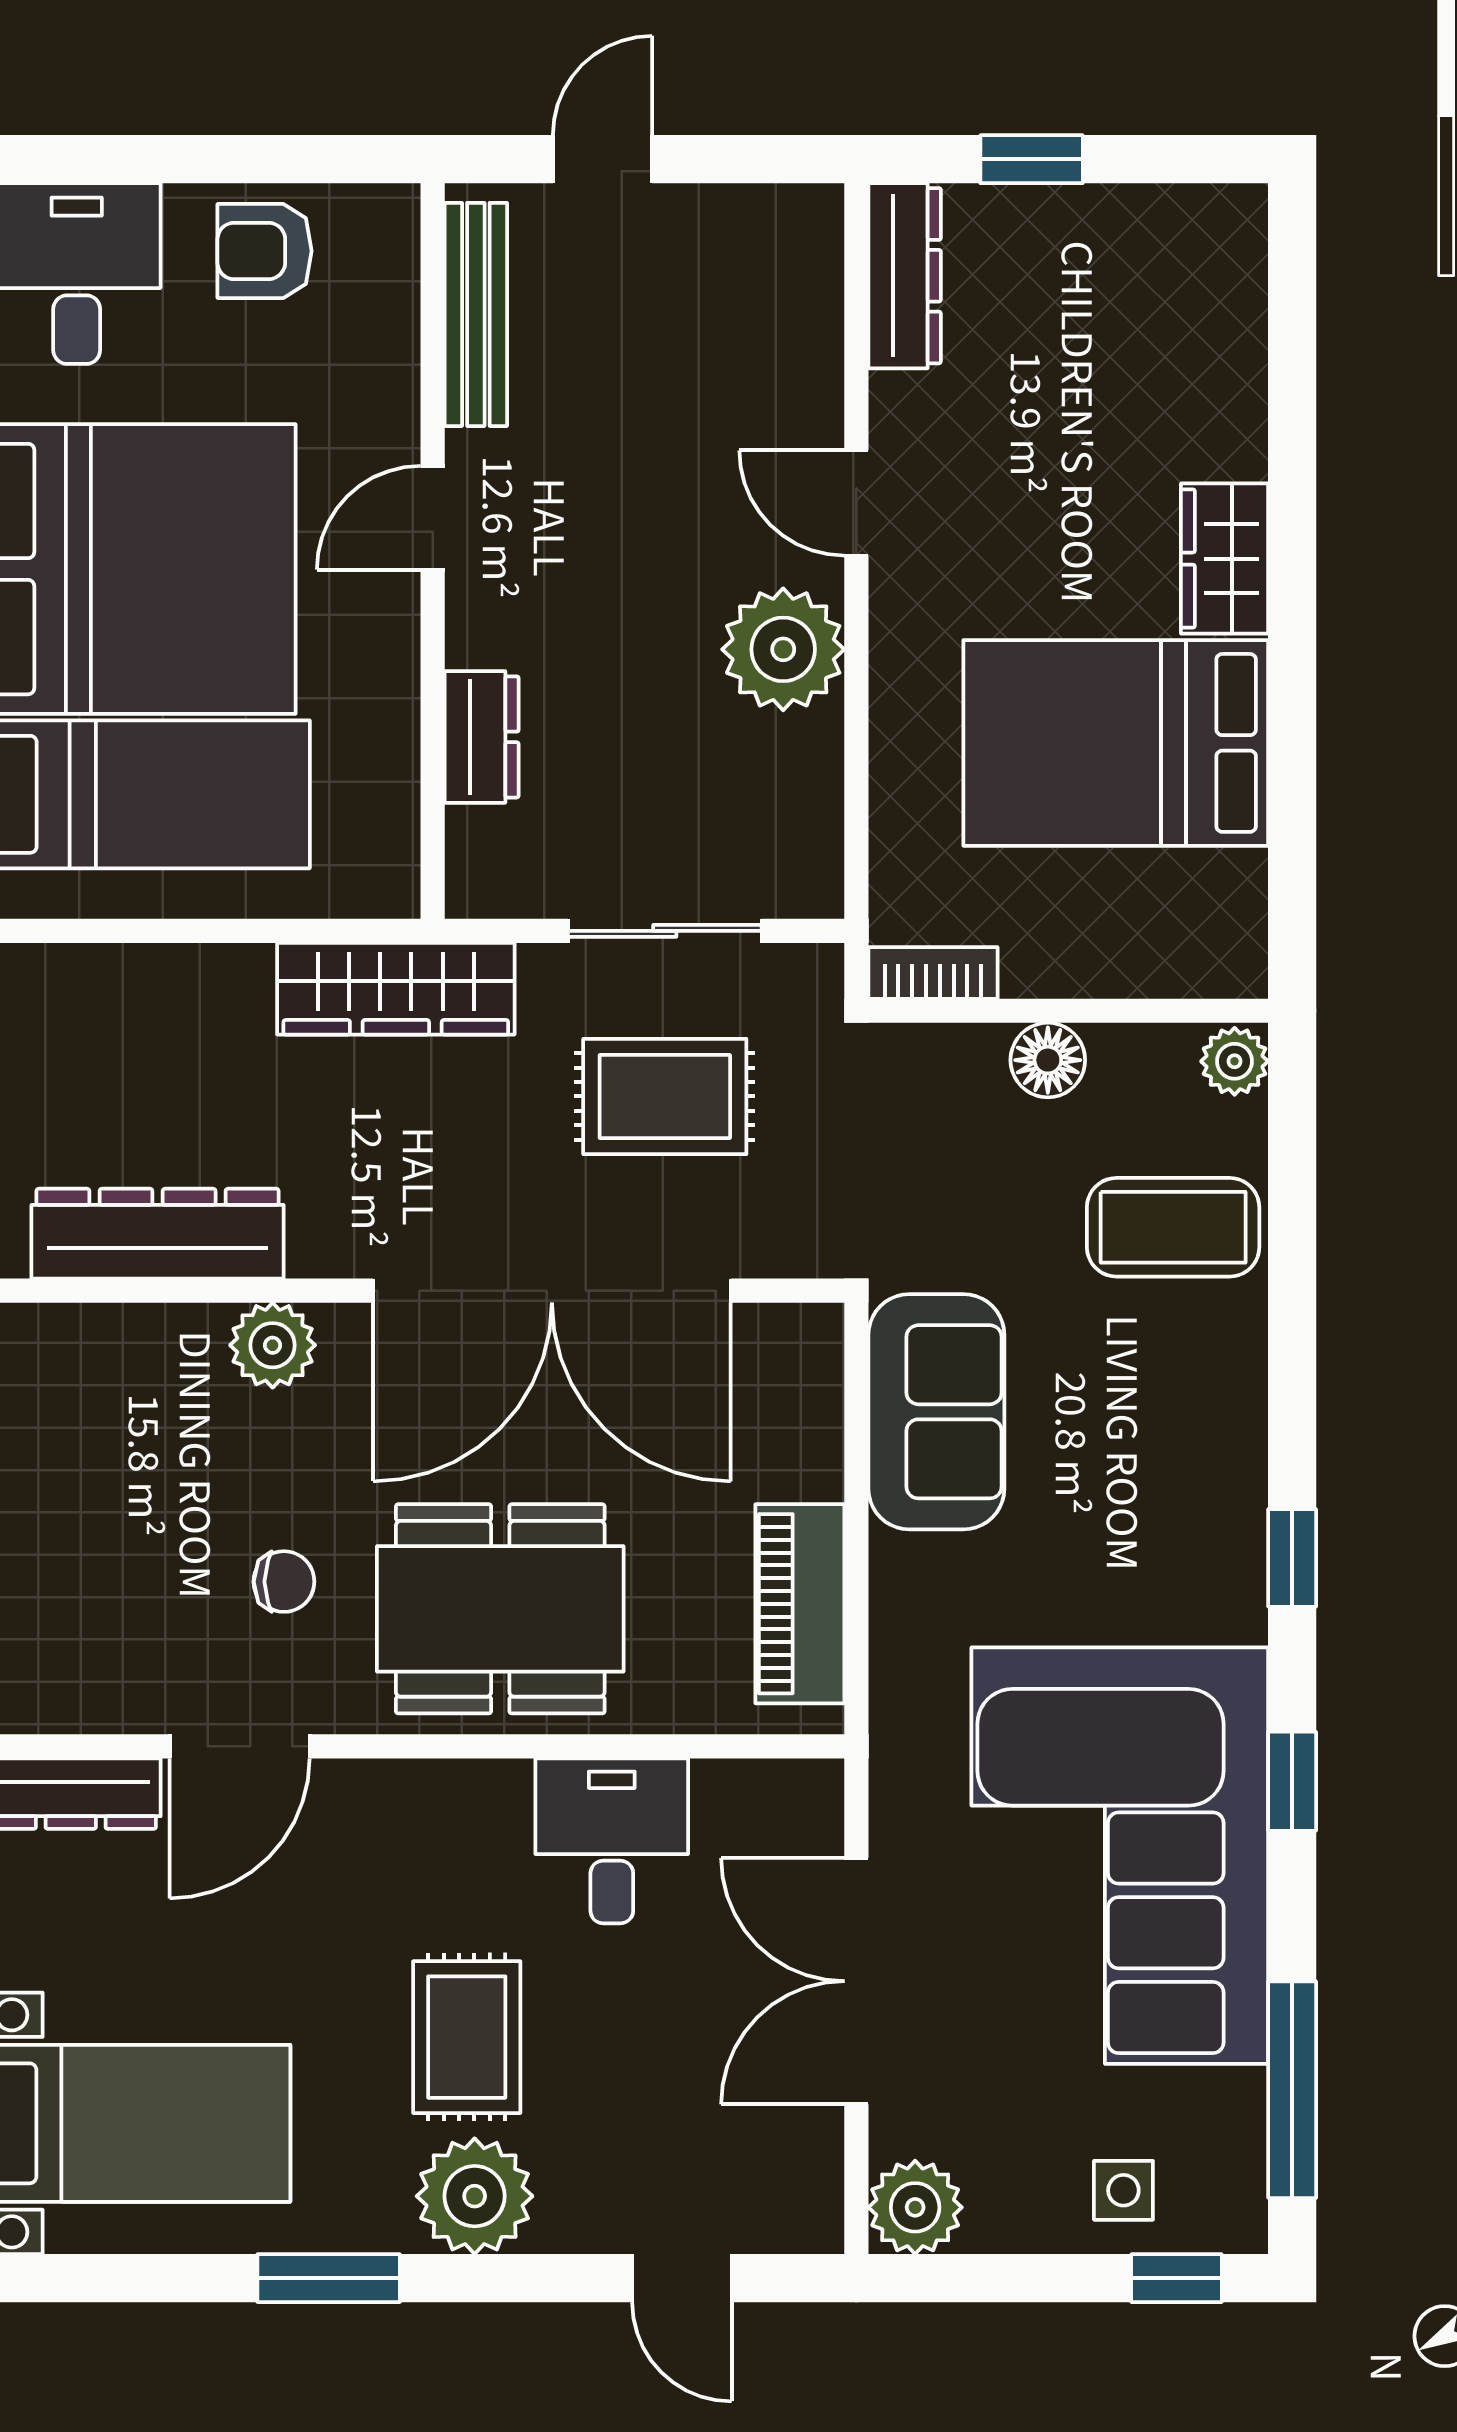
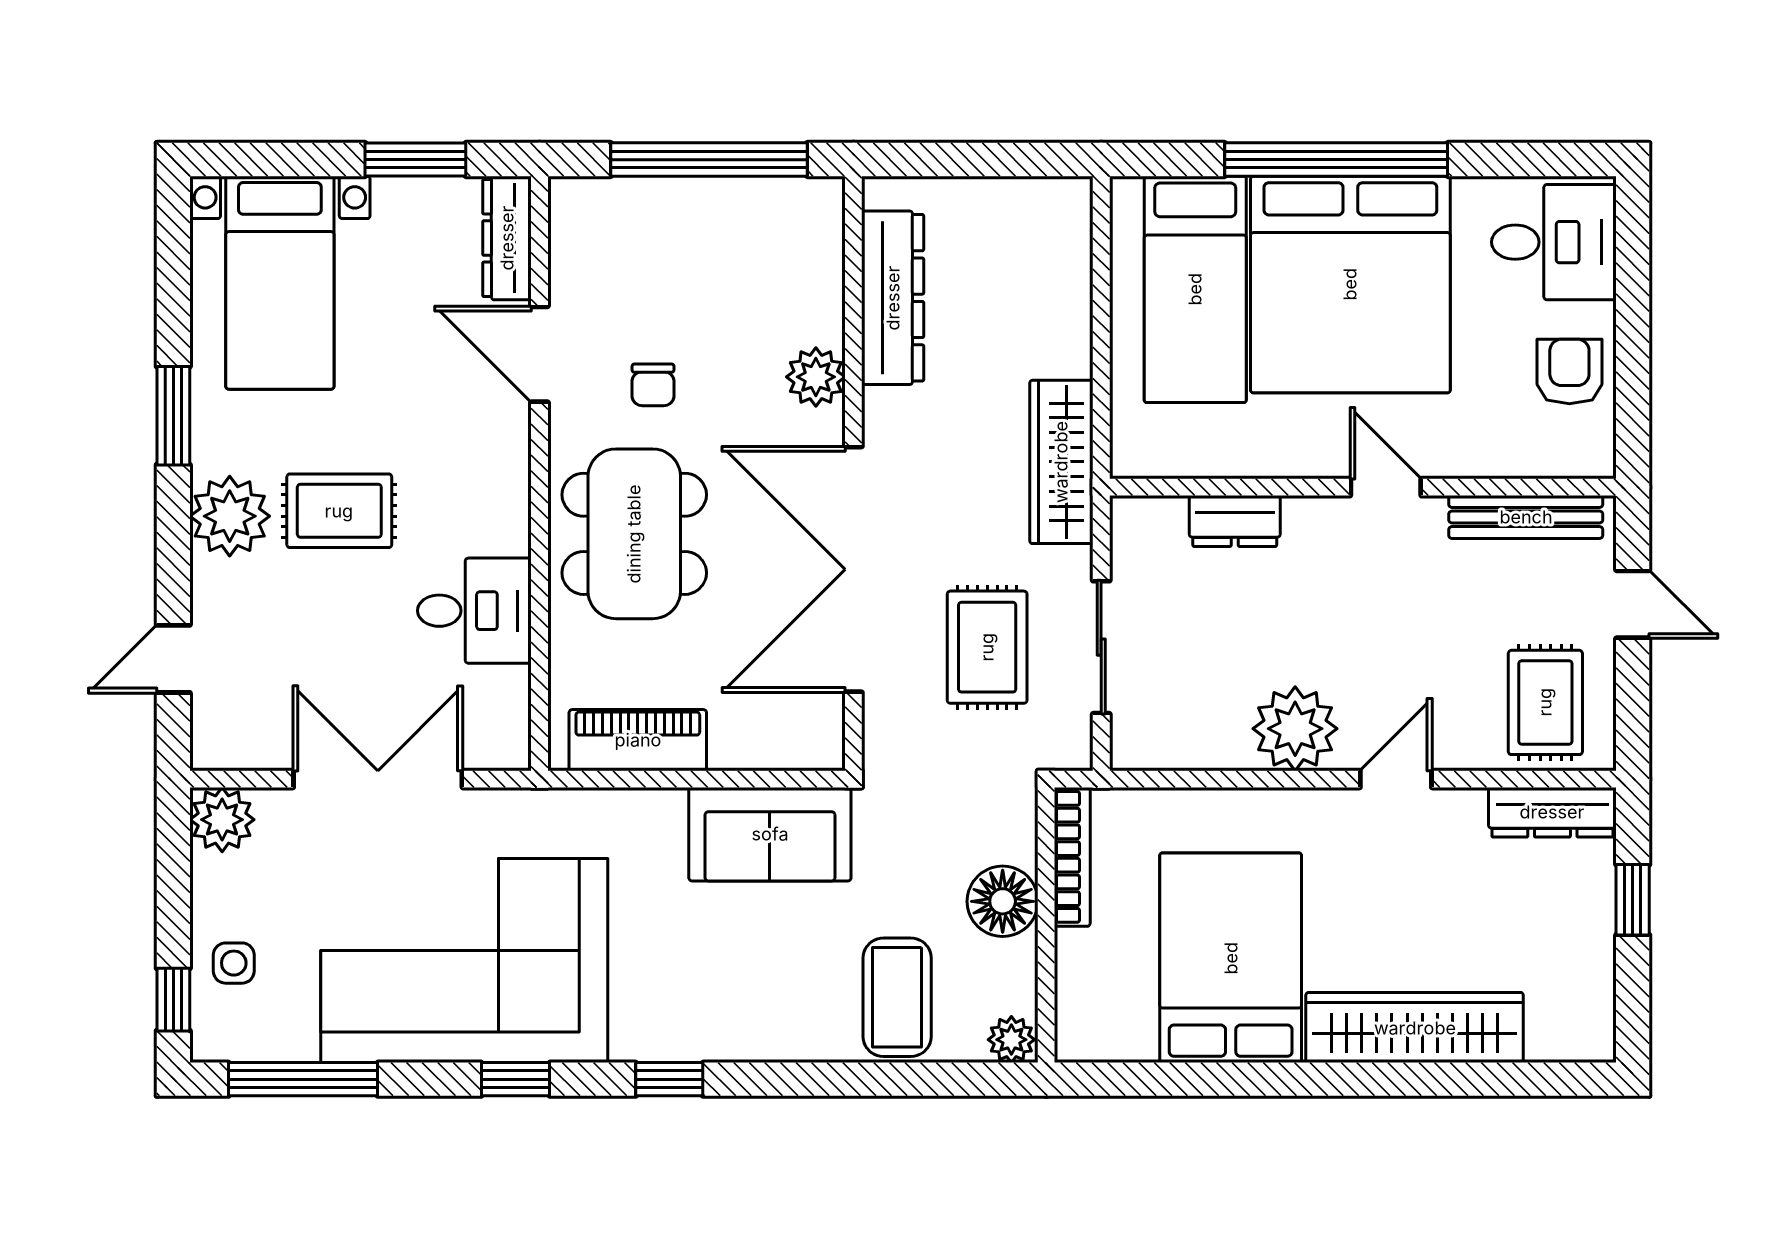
rug: (745, 286) -> (1545, 702), added
wardrobe: (1225, 559) -> (1415, 1028), width x2.10, depth x1.17
bookcase: (933, 973) -> (1072, 857), width x1.56
floor lamp: (1048, 1060) -> (1003, 901), width x1.38, depth x1.38

